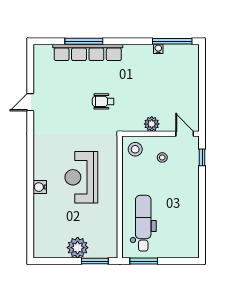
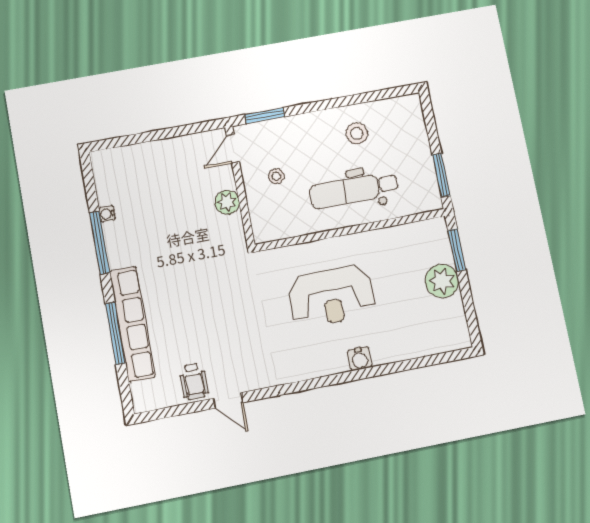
window: (172, 41) -> (100, 243), moved
wheelchair: (103, 101) -> (194, 381), moved
stool: (135, 149) -> (357, 133), moved
window: (202, 157) -> (265, 116), width x1.50
dental chair: (143, 223) -> (354, 190), moved

